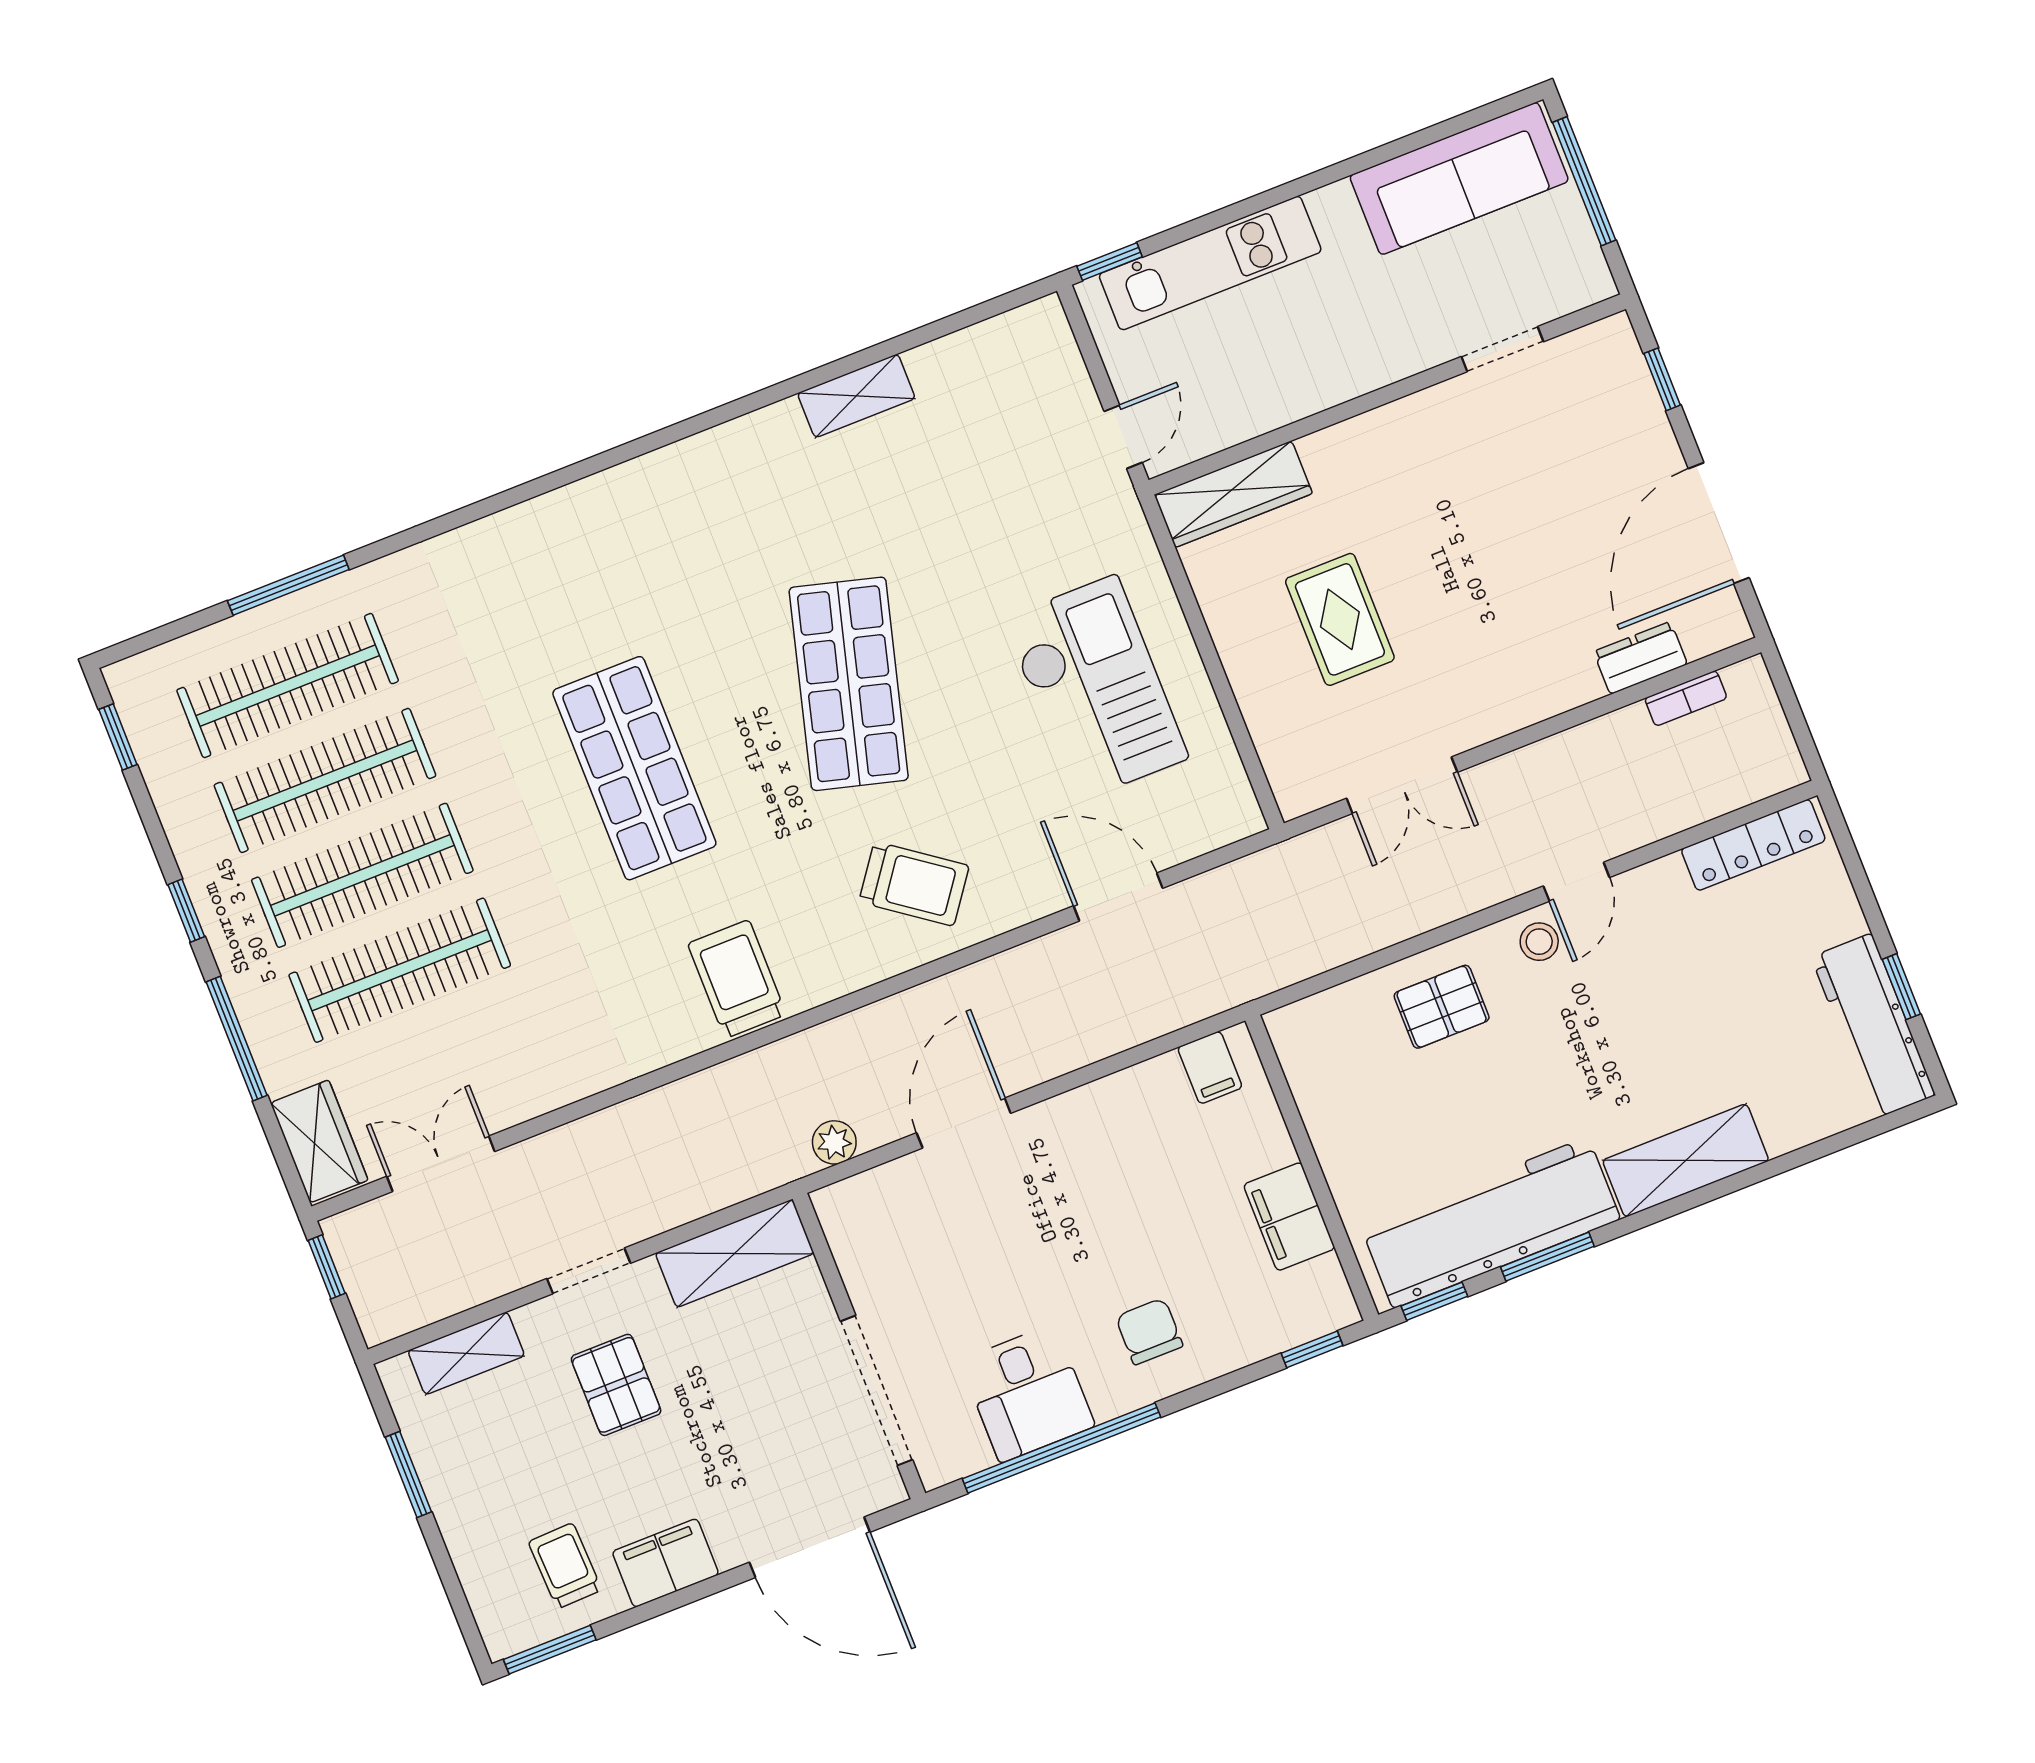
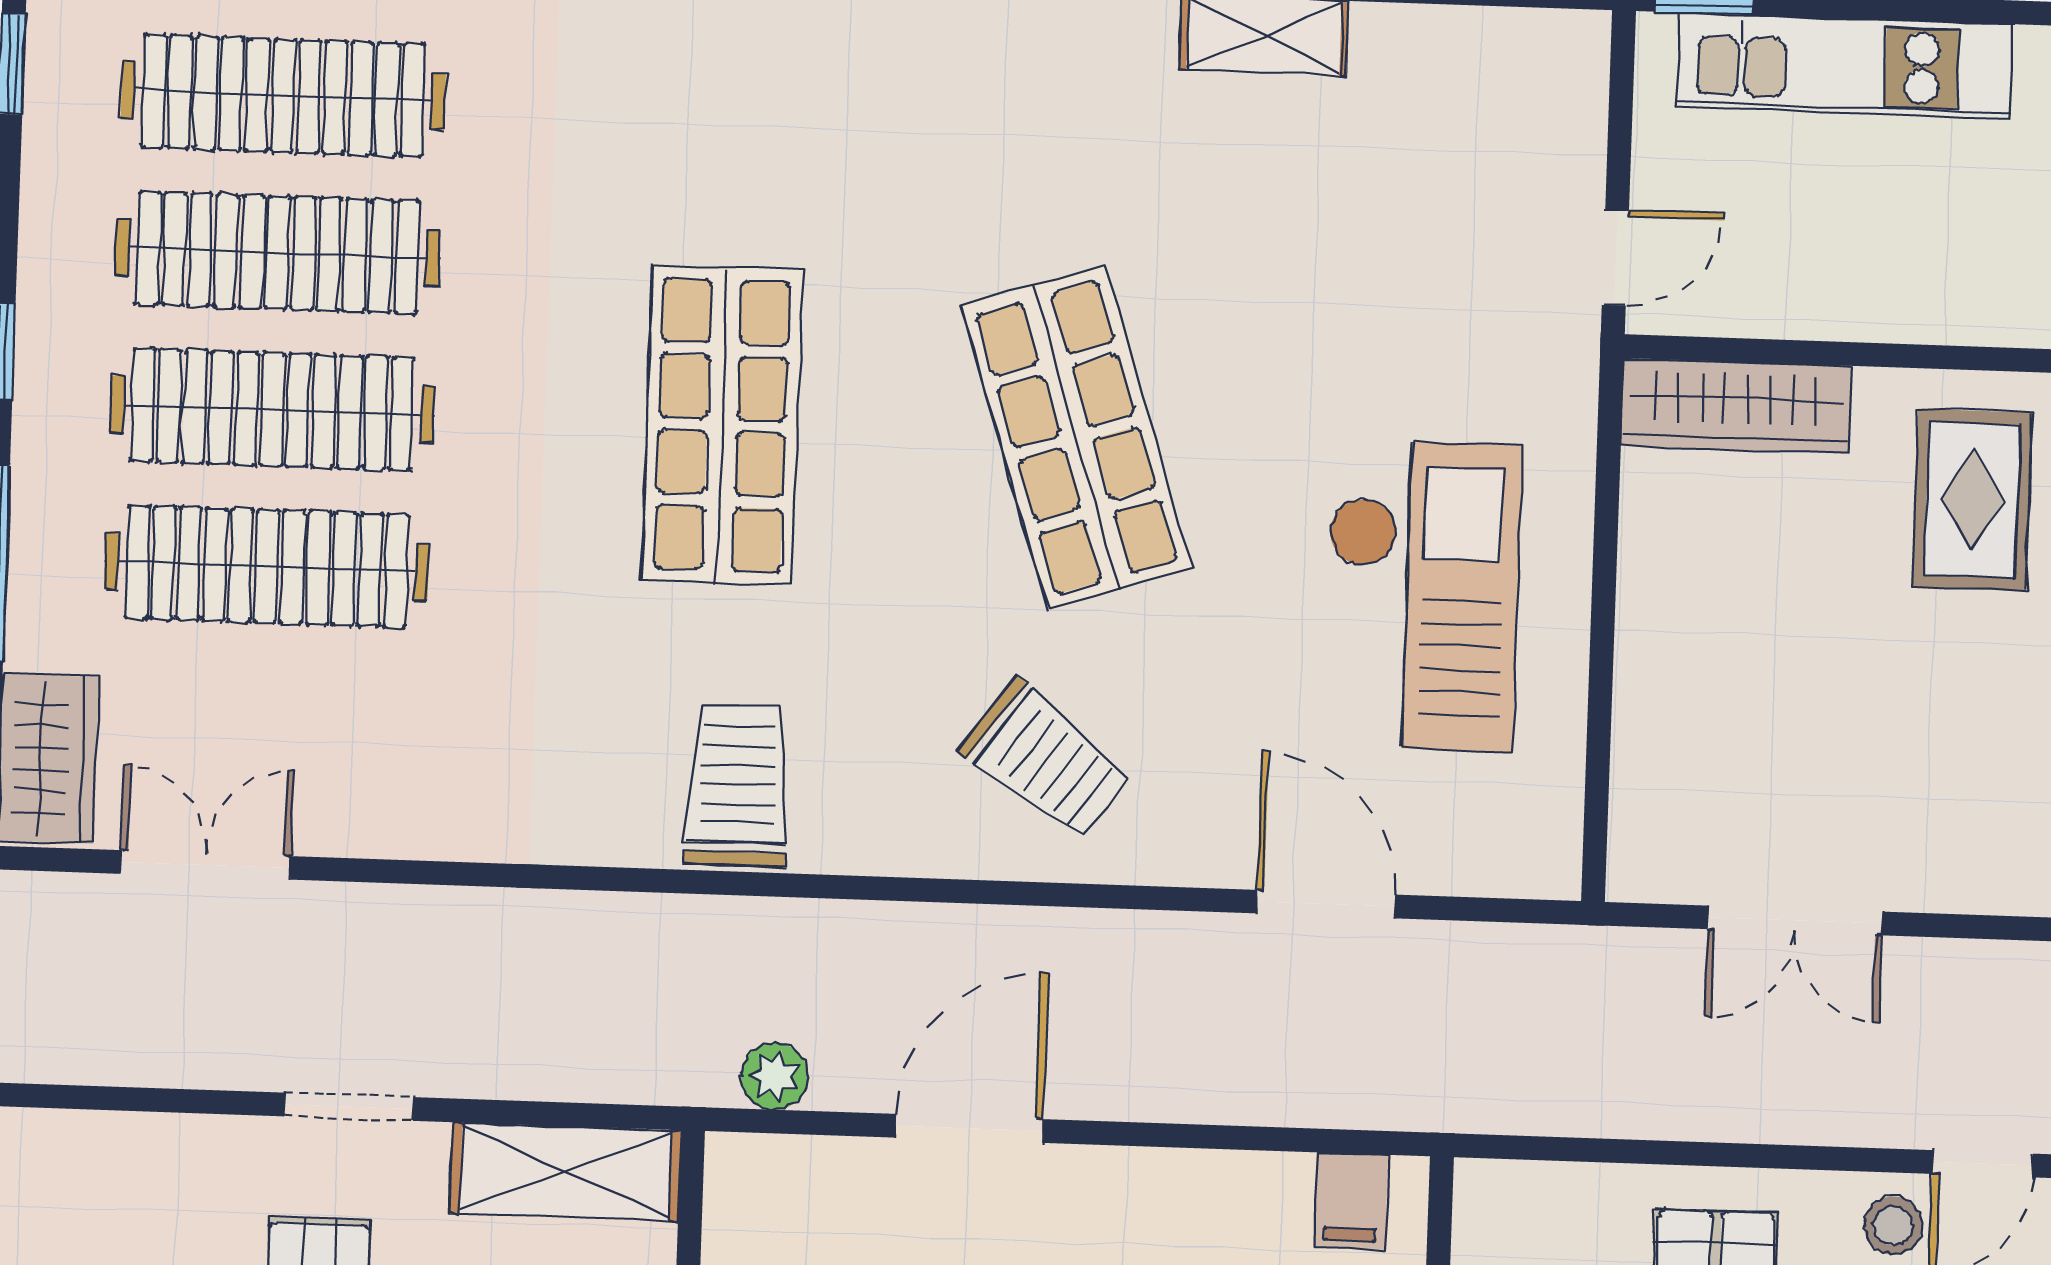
rug: (1340, 619) -> (1972, 500), moved
shop shelf: (849, 684) -> (1076, 437), turned -33
shelving: (466, 1353) -> (125, 1148), removed

